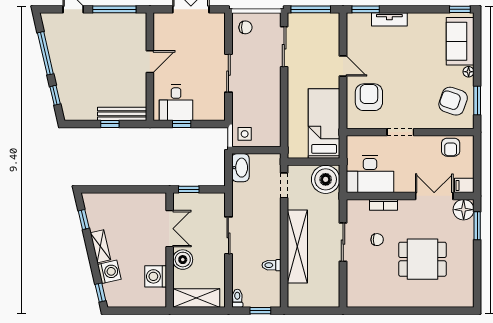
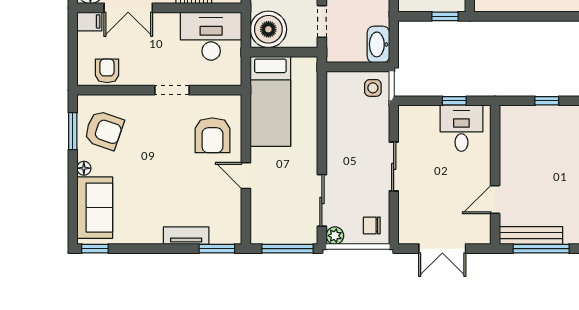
plant: (274, 20) -> (335, 236), added
door: (150, 62) -> (495, 199), moved
bench: (122, 114) -> (531, 236), moved

